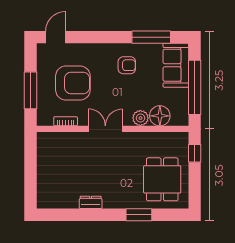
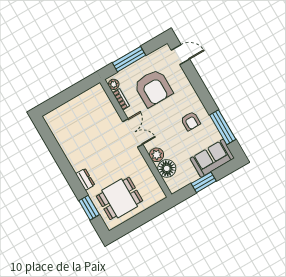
window: (195, 87) -> (204, 182), width x0.47
plant: (47, 120) -> (114, 84), added
window: (195, 153) -> (154, 211), removed
dresser: (91, 202) -> (85, 179), moved
window: (139, 215) -> (89, 208), moved

